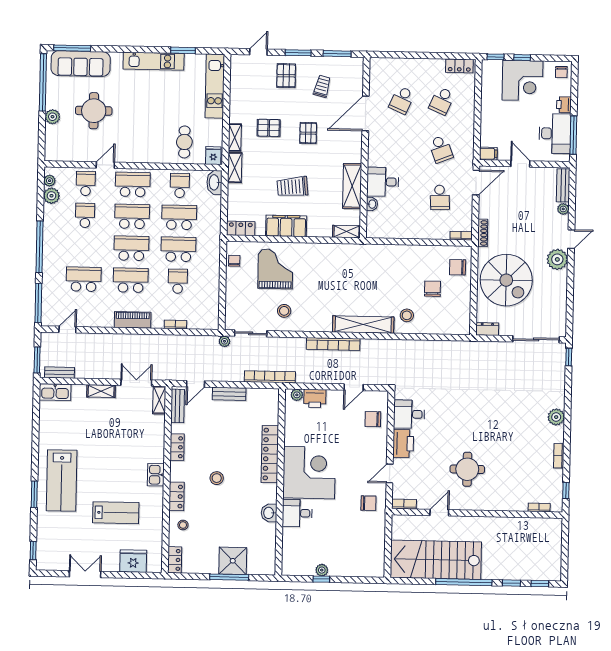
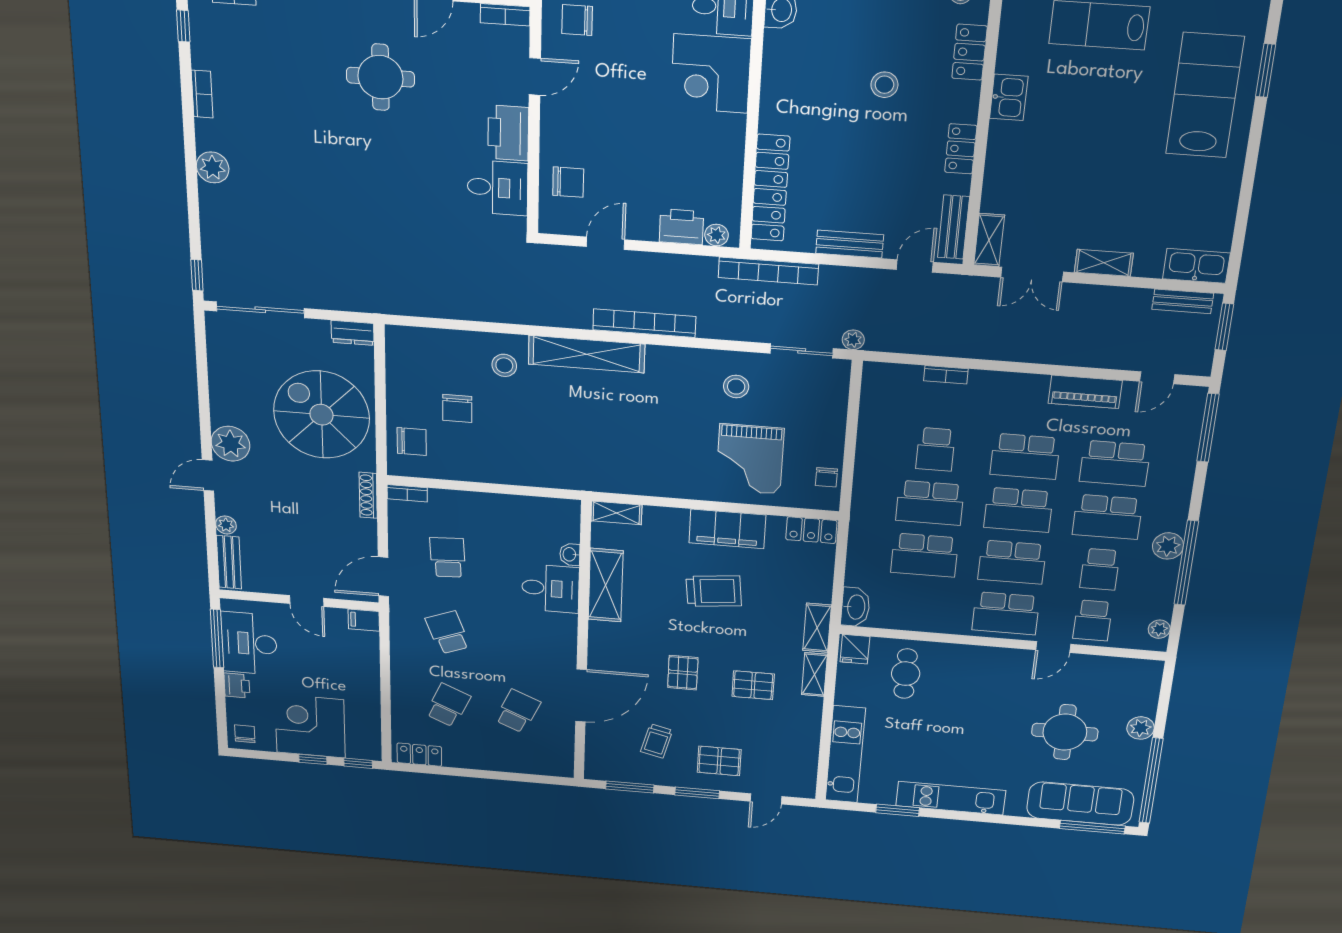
pallet: (286, 76) -> (719, 761), turned 90
school desk: (180, 185) -> (1107, 517), moved, width x1.85
plant: (51, 196) -> (1168, 546), moved
window: (39, 247) -> (1186, 563), moved
piano: (133, 320) -> (1085, 392), moved
locker: (270, 454) -> (770, 188), moved
corner desk: (309, 473) -> (711, 74), width x0.74, depth x0.74

